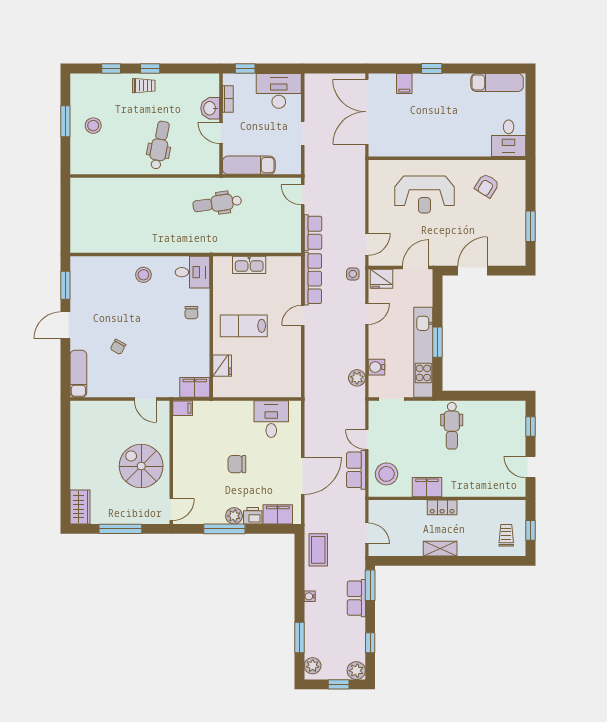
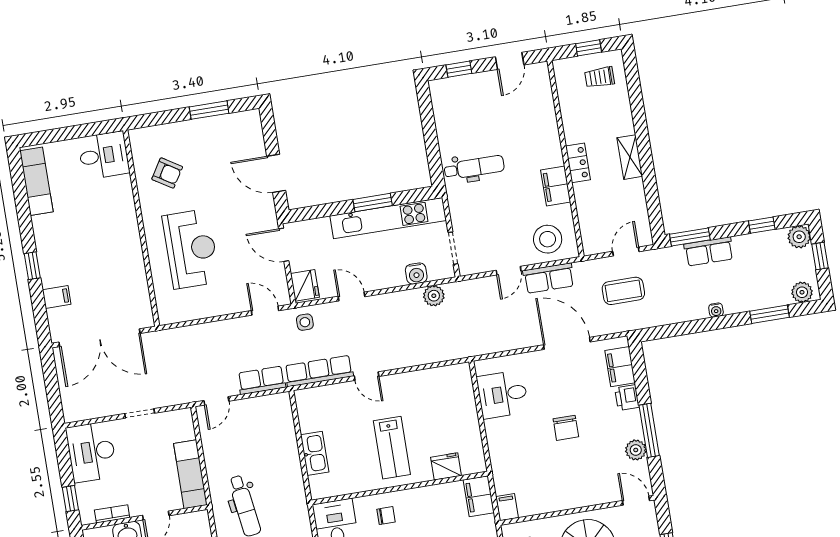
plant: (234, 516) -> (636, 450), moved
coffee table: (318, 550) -> (623, 291), moved

